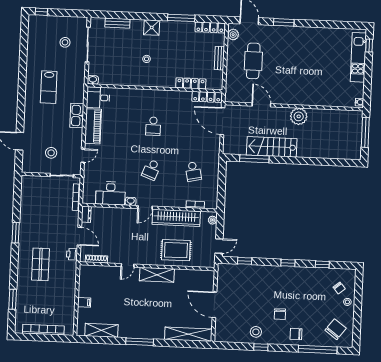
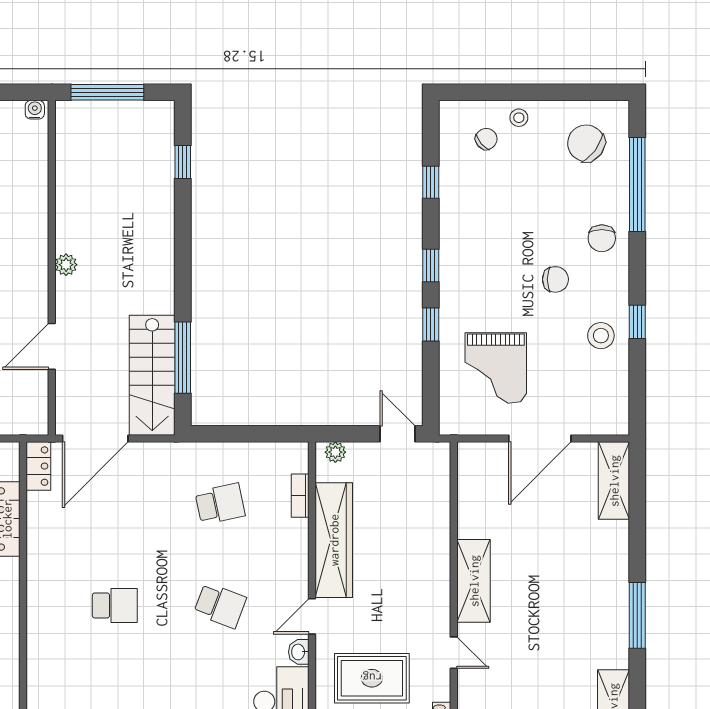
locker: (207, 97) -> (38, 466), width x0.66
plant: (299, 116) -> (66, 265), width x0.53, depth x0.53
stairs: (272, 147) -> (152, 375), moved
window: (335, 162) -> (183, 162), added
door: (145, 207) -> (312, 616), swing flipped
rug: (176, 250) -> (372, 678), moved, turned 90
window: (245, 261) -> (431, 325), moved
grand piano: (244, 288) -> (496, 368), added
shelving: (188, 334) -> (614, 481), width x0.68

